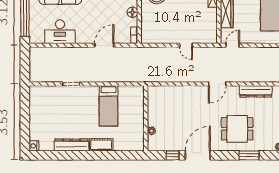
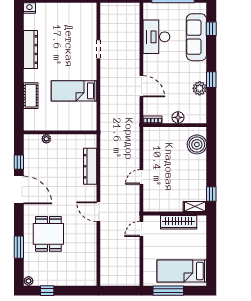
door: (233, 45) -> (141, 229), swing flipped
dresser: (256, 91) -> (90, 166), moved
cot: (101, 145) -> (31, 96), moved

